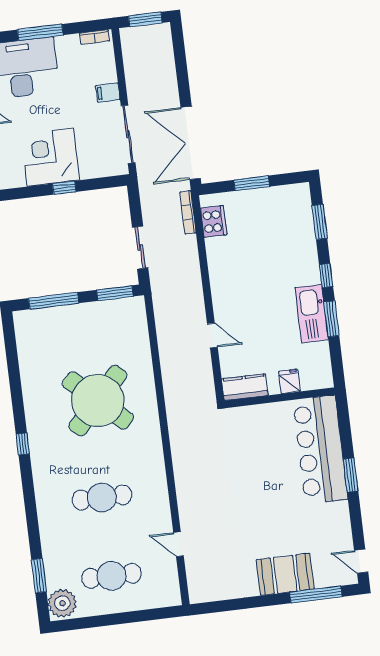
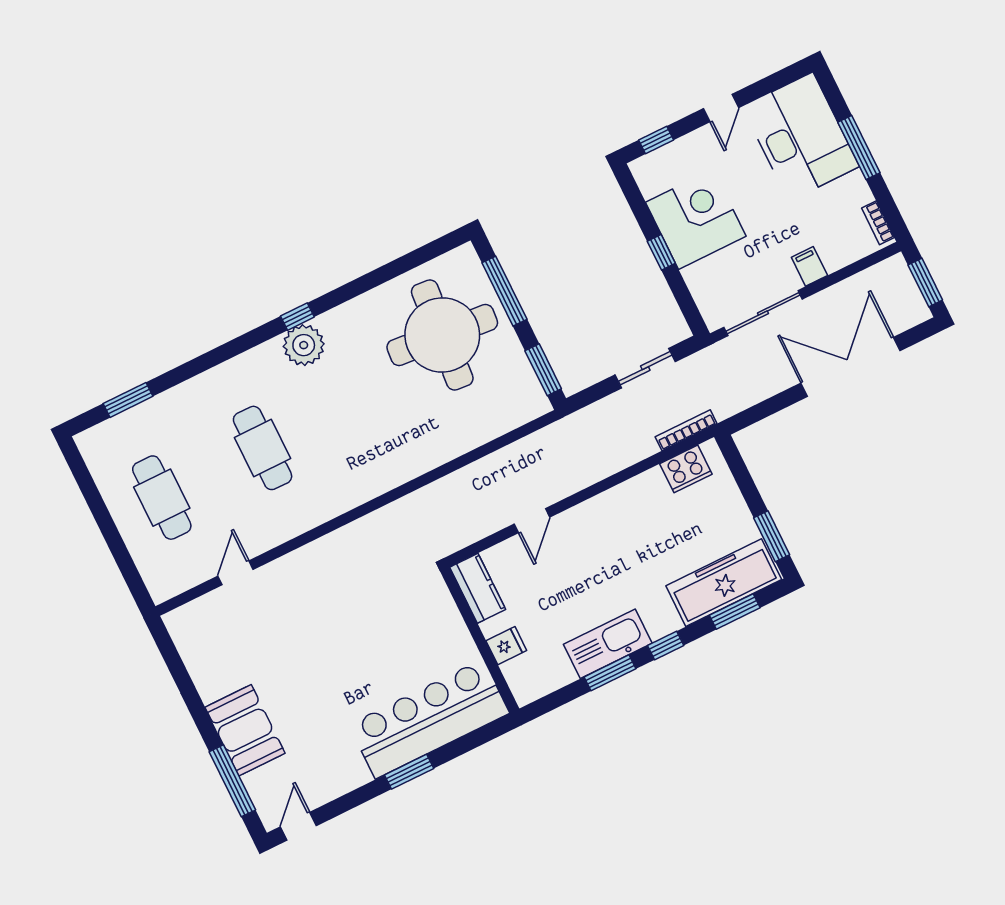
double door: (191, 143) -> (850, 367), moved
window: (252, 183) -> (772, 536), moved
freezer: (298, 223) -> (724, 583), added
sliding door: (140, 248) -> (645, 368), moved
round table: (98, 401) -> (442, 335), moved, turned -38
plant: (62, 603) -> (304, 345), moved

